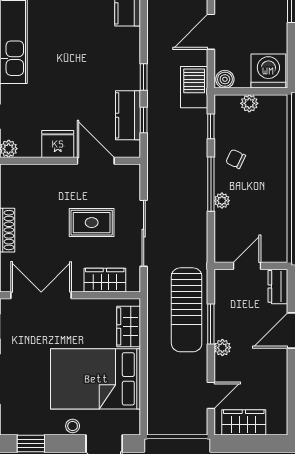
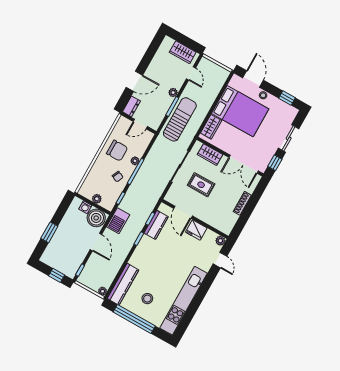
door: (211, 32) -> (96, 242), hinge flipped
washing machine: (268, 71) -> (85, 207), width x0.53, depth x0.53
boiler: (225, 79) -> (96, 218), width x1.86, depth x1.86
chair: (261, 201) -> (117, 151), added
door: (211, 395) -> (191, 73), swing flipped

